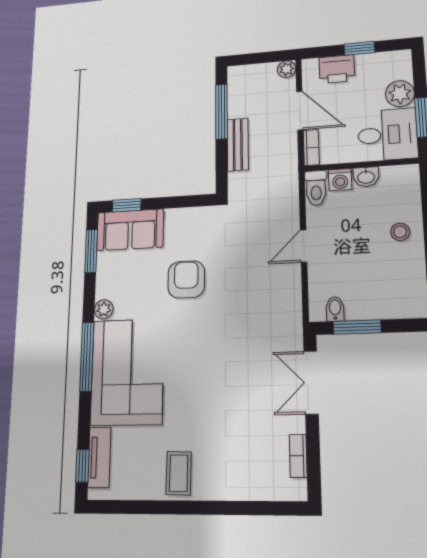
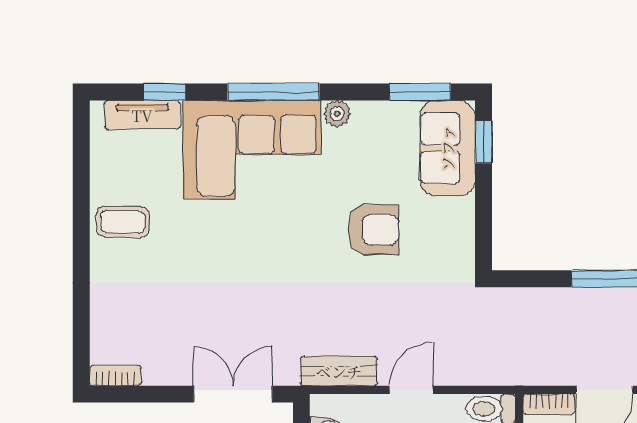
bench: (238, 145) -> (339, 371), moved
door: (304, 246) -> (411, 390), hinge flipped
bookcase: (298, 456) -> (115, 375), moved
window: (82, 466) -> (165, 92), moved

